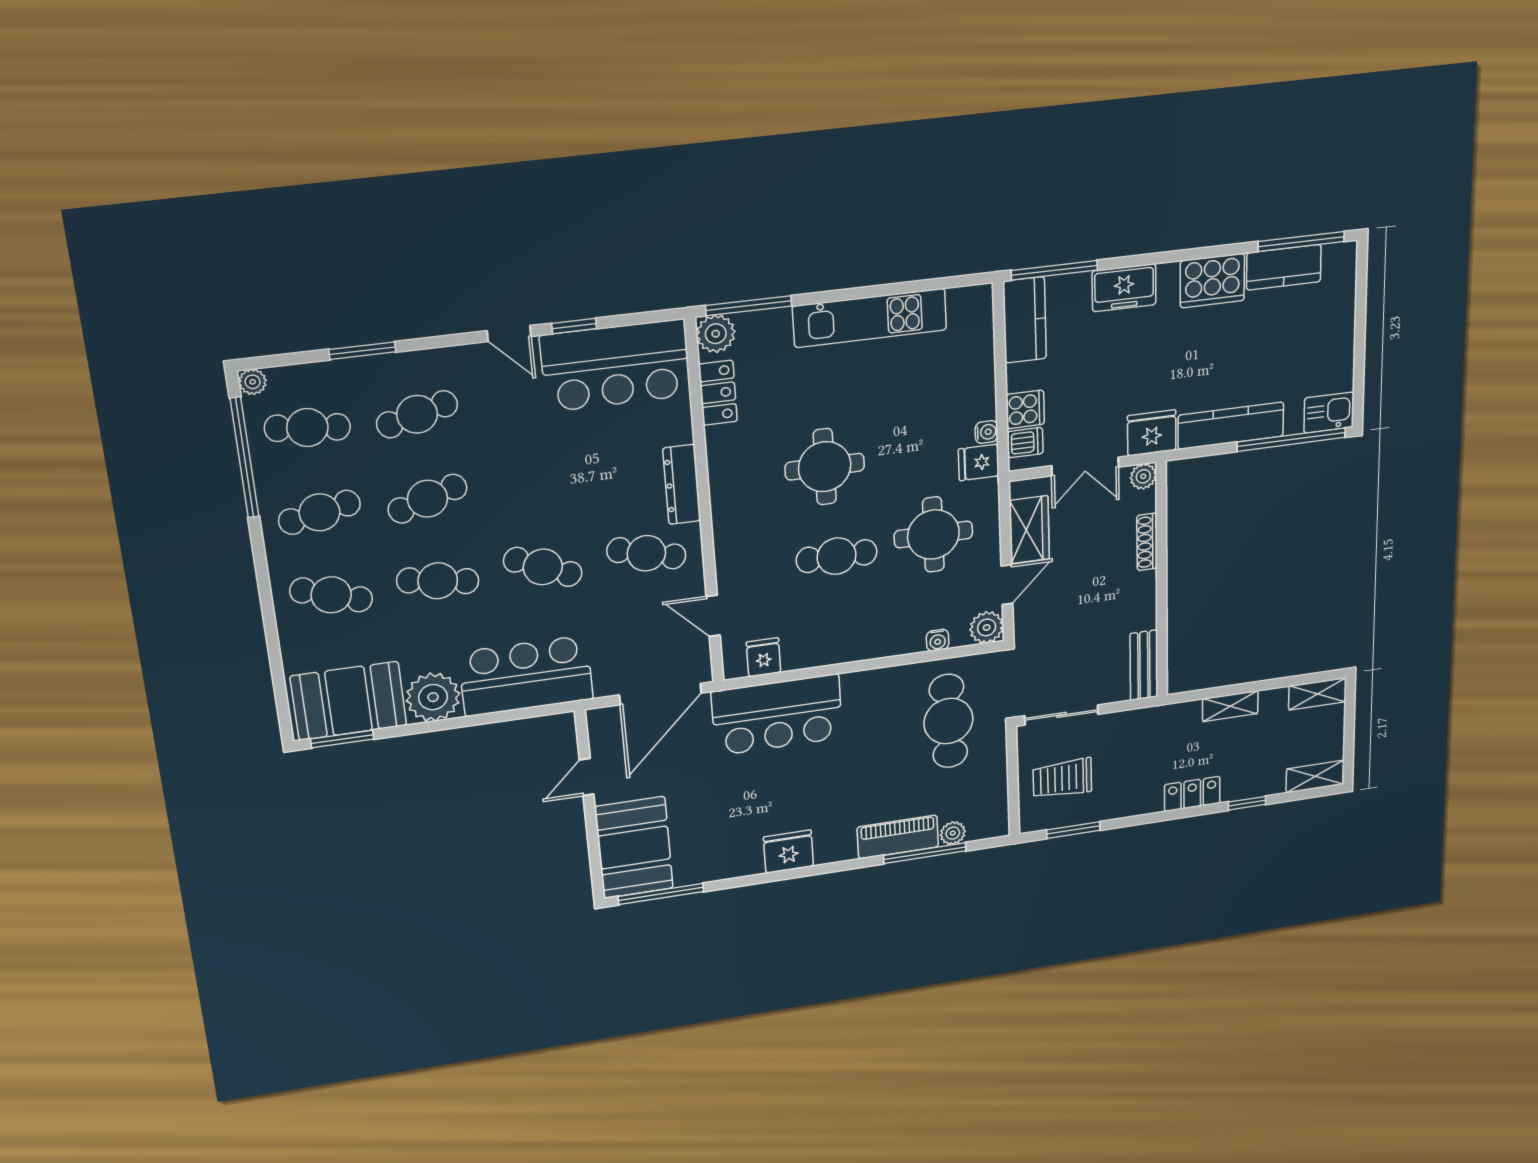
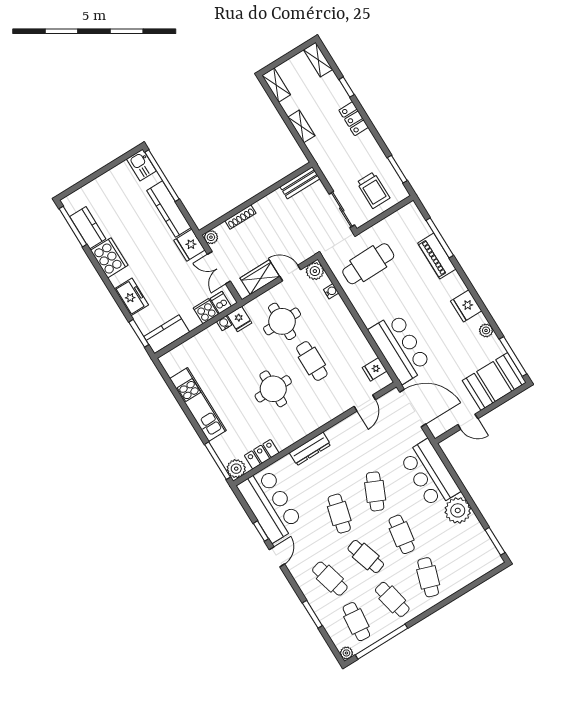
window: (1054, 270) -> (139, 333), width x0.69
double door: (1085, 466) -> (219, 268), swing flipped
cafe table: (646, 553) -> (339, 514), moved
booth: (349, 701) -> (475, 547), removed
plant: (953, 833) -> (486, 330), moved

